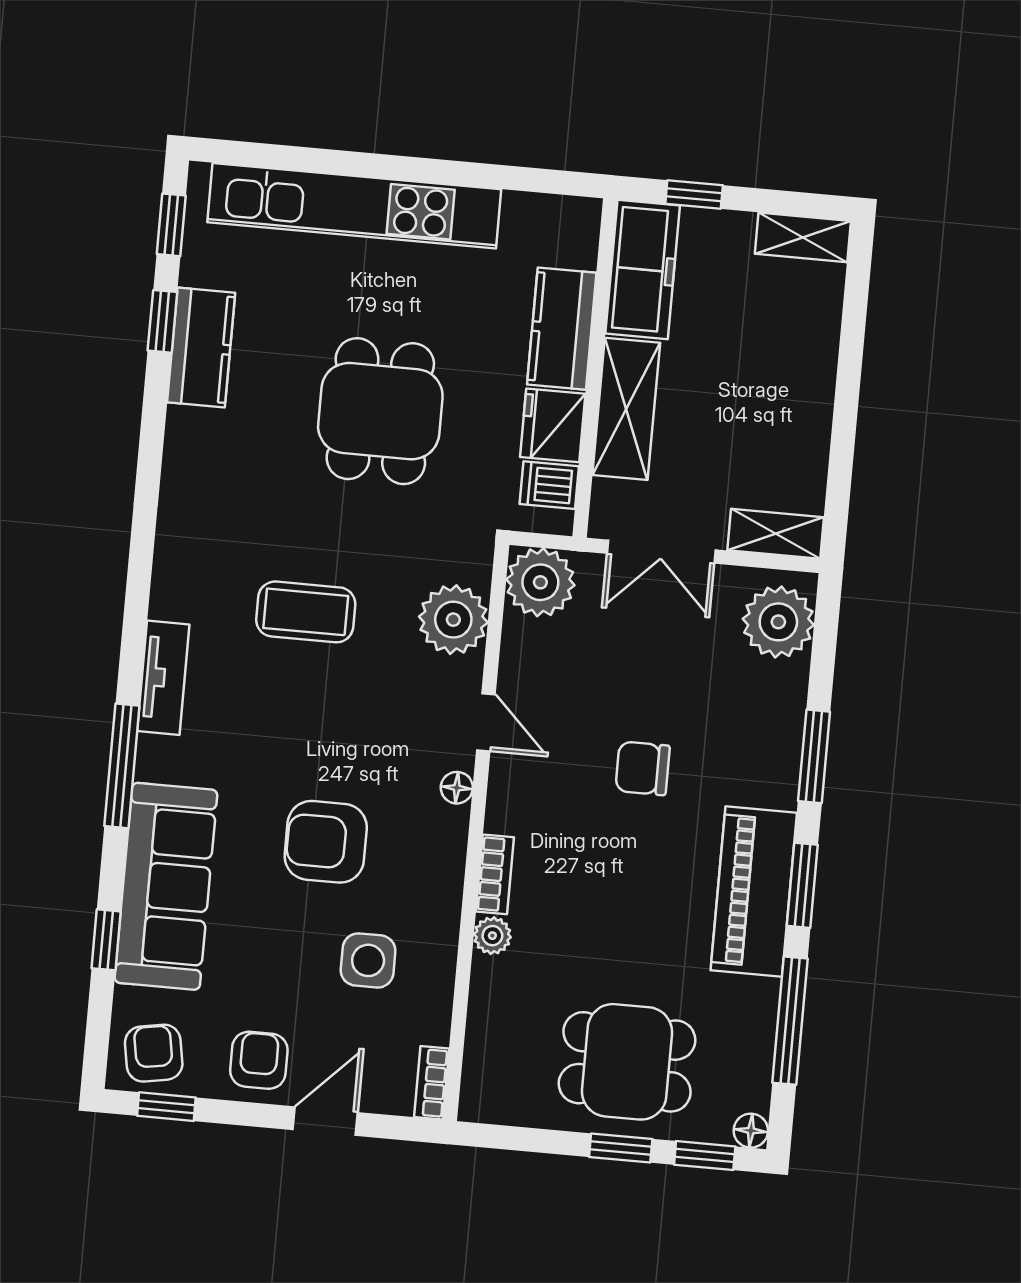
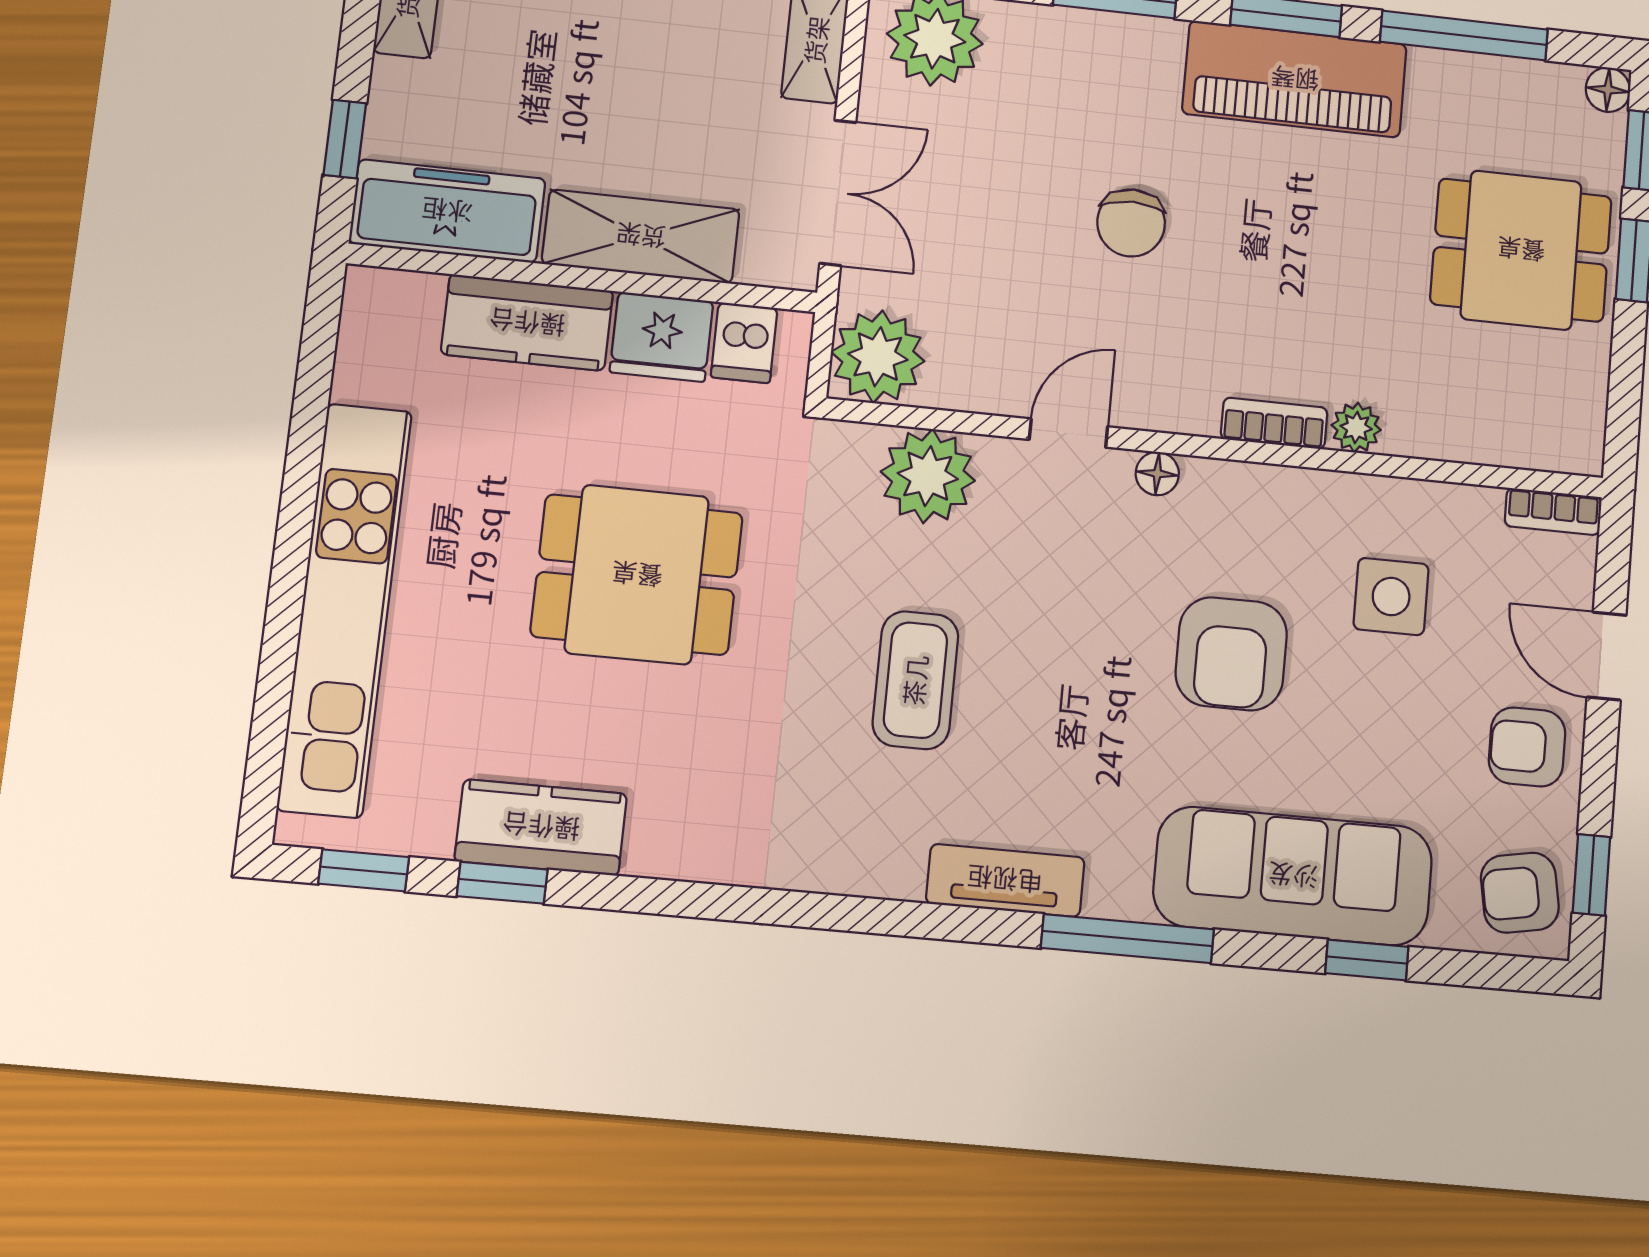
dining table: (627, 1062) -> (1521, 250), turned 90

